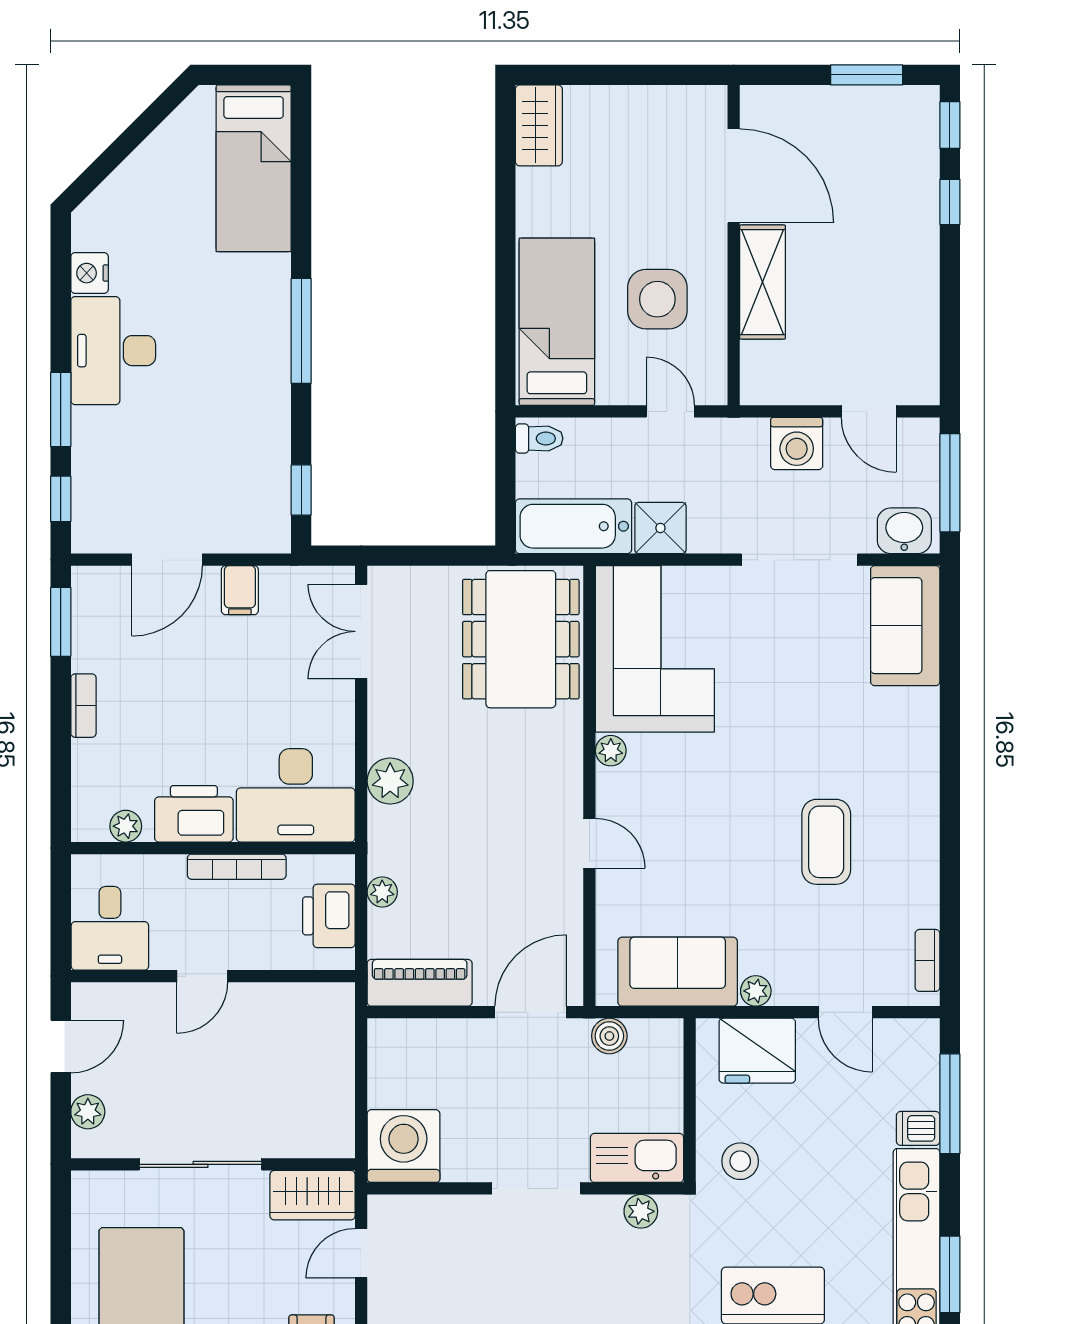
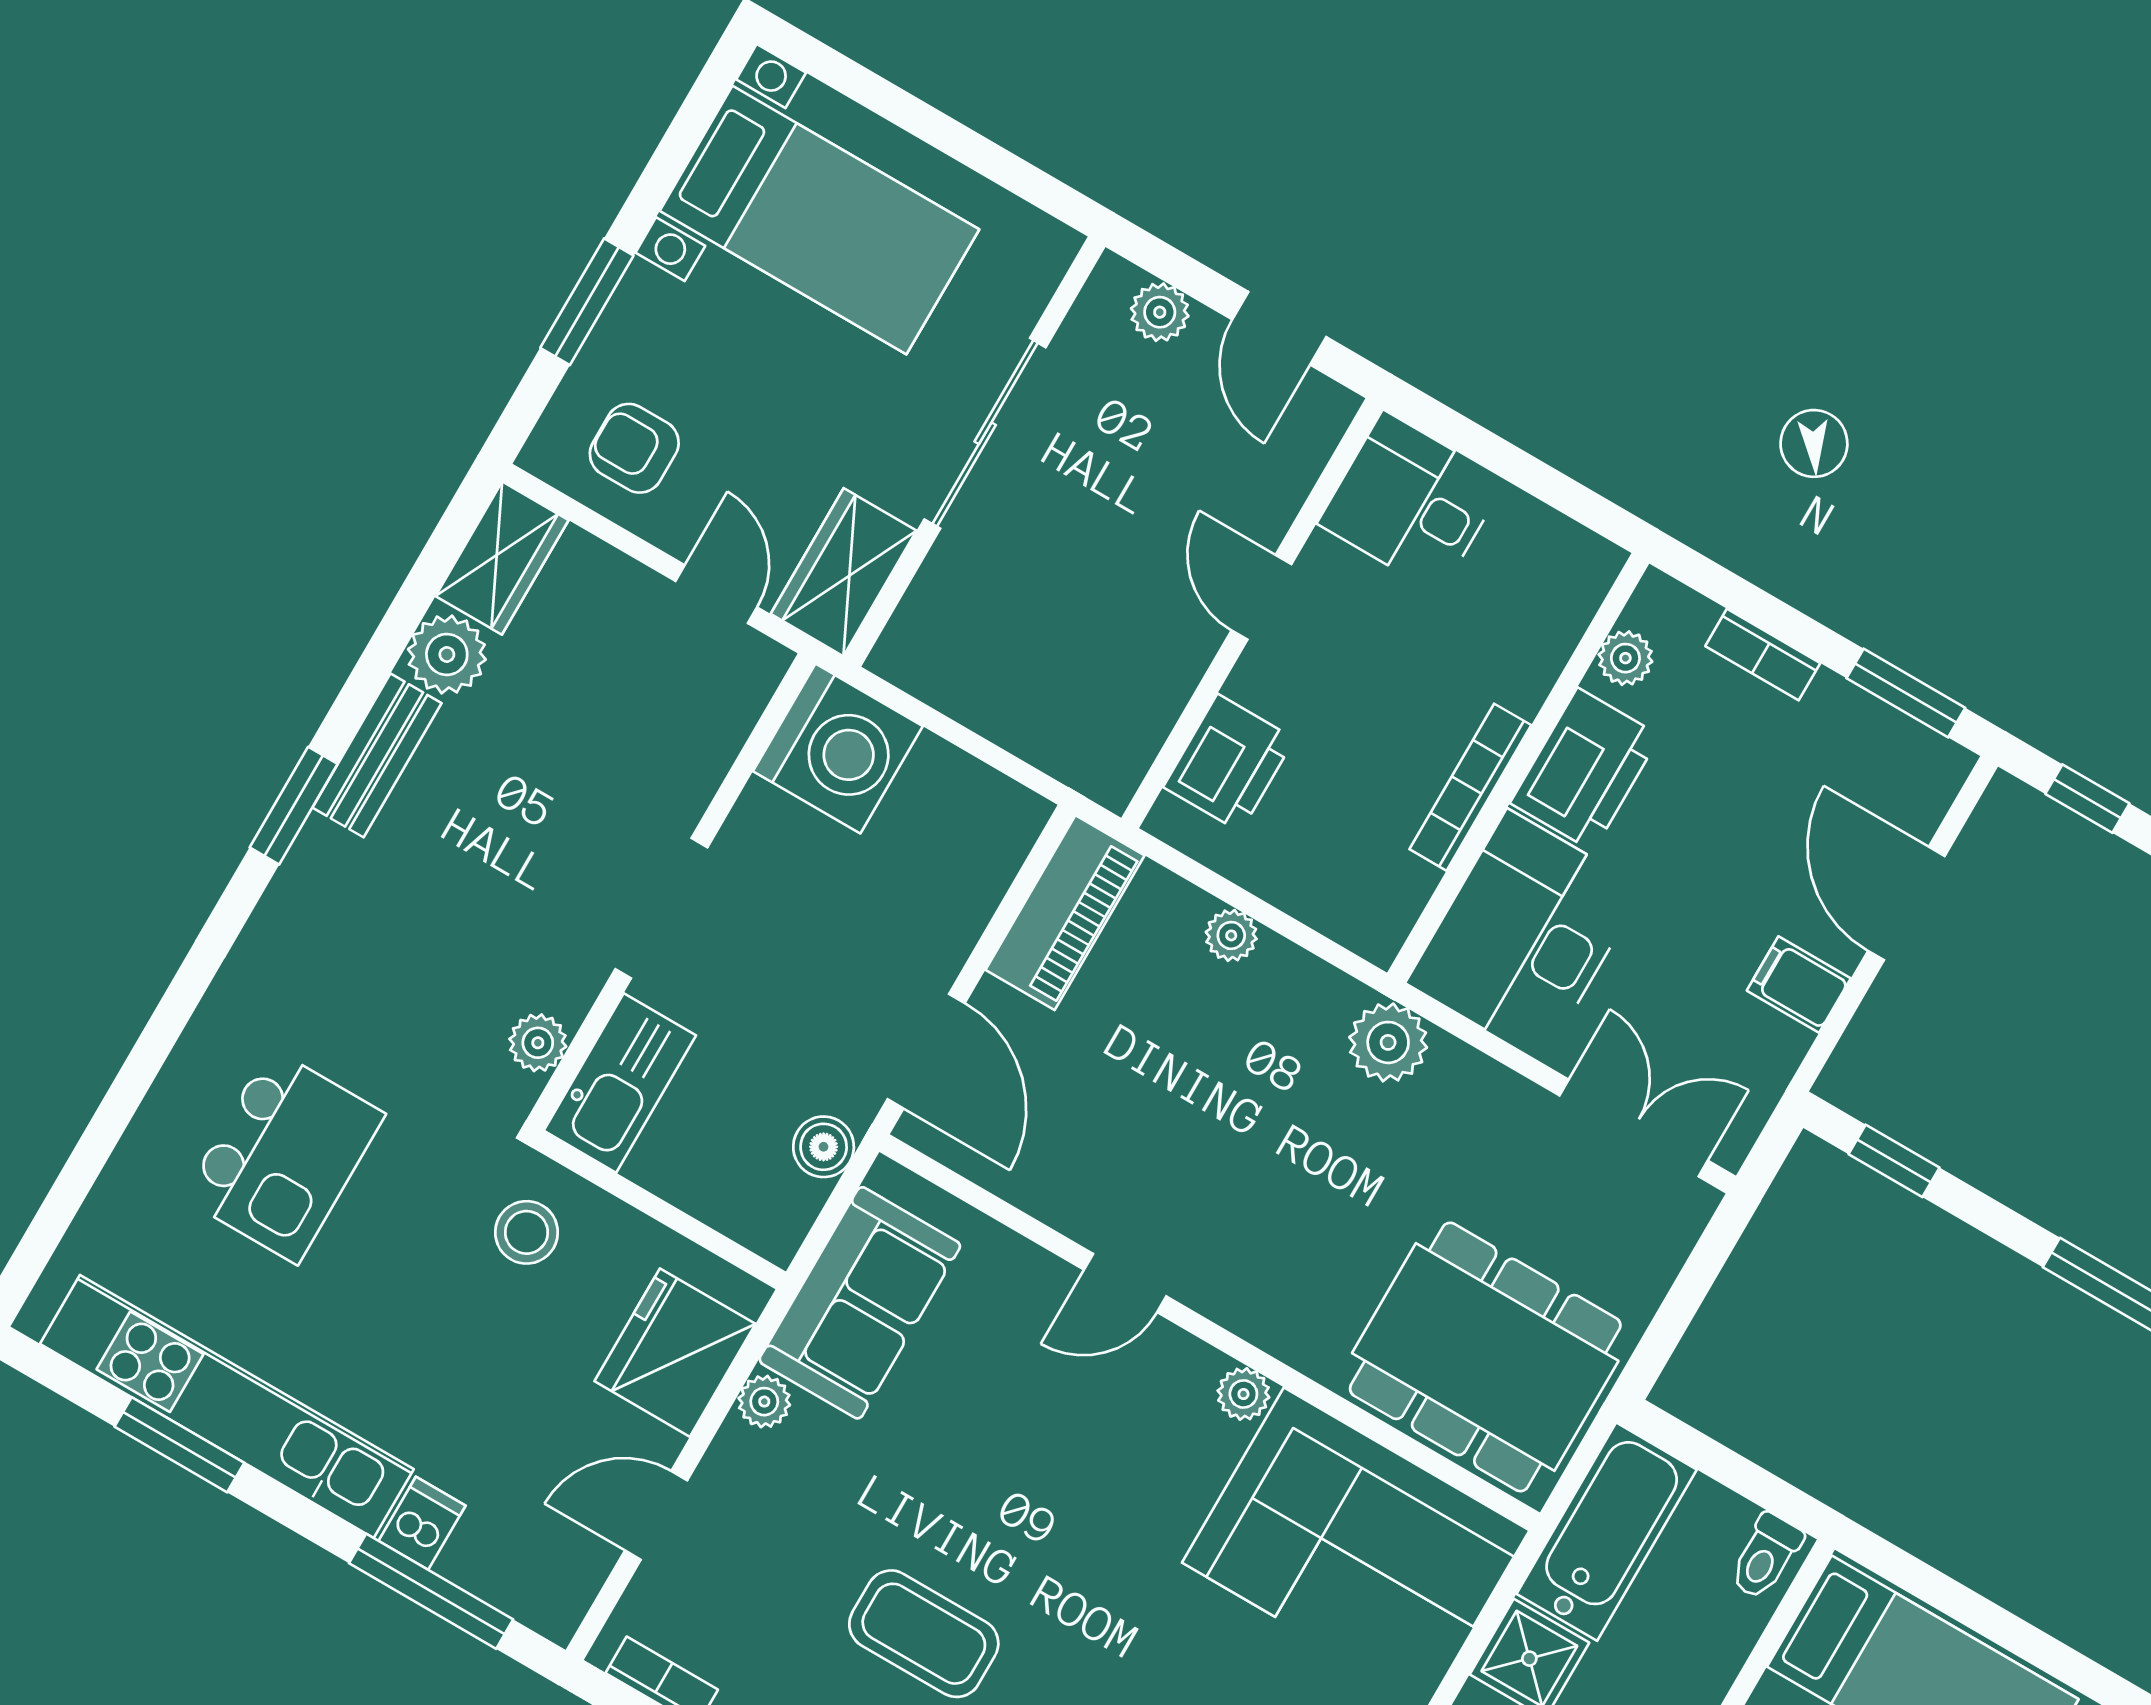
desk: (296, 795) -> (1525, 936), moved
printer: (194, 814) -> (1585, 769), moved
plant: (126, 826) -> (1625, 658), moved
wall: (213, 848) -> (1518, 768), moved
bookcase: (237, 867) -> (1470, 787), moved
printer: (329, 916) -> (1229, 763), moved, turned 90

